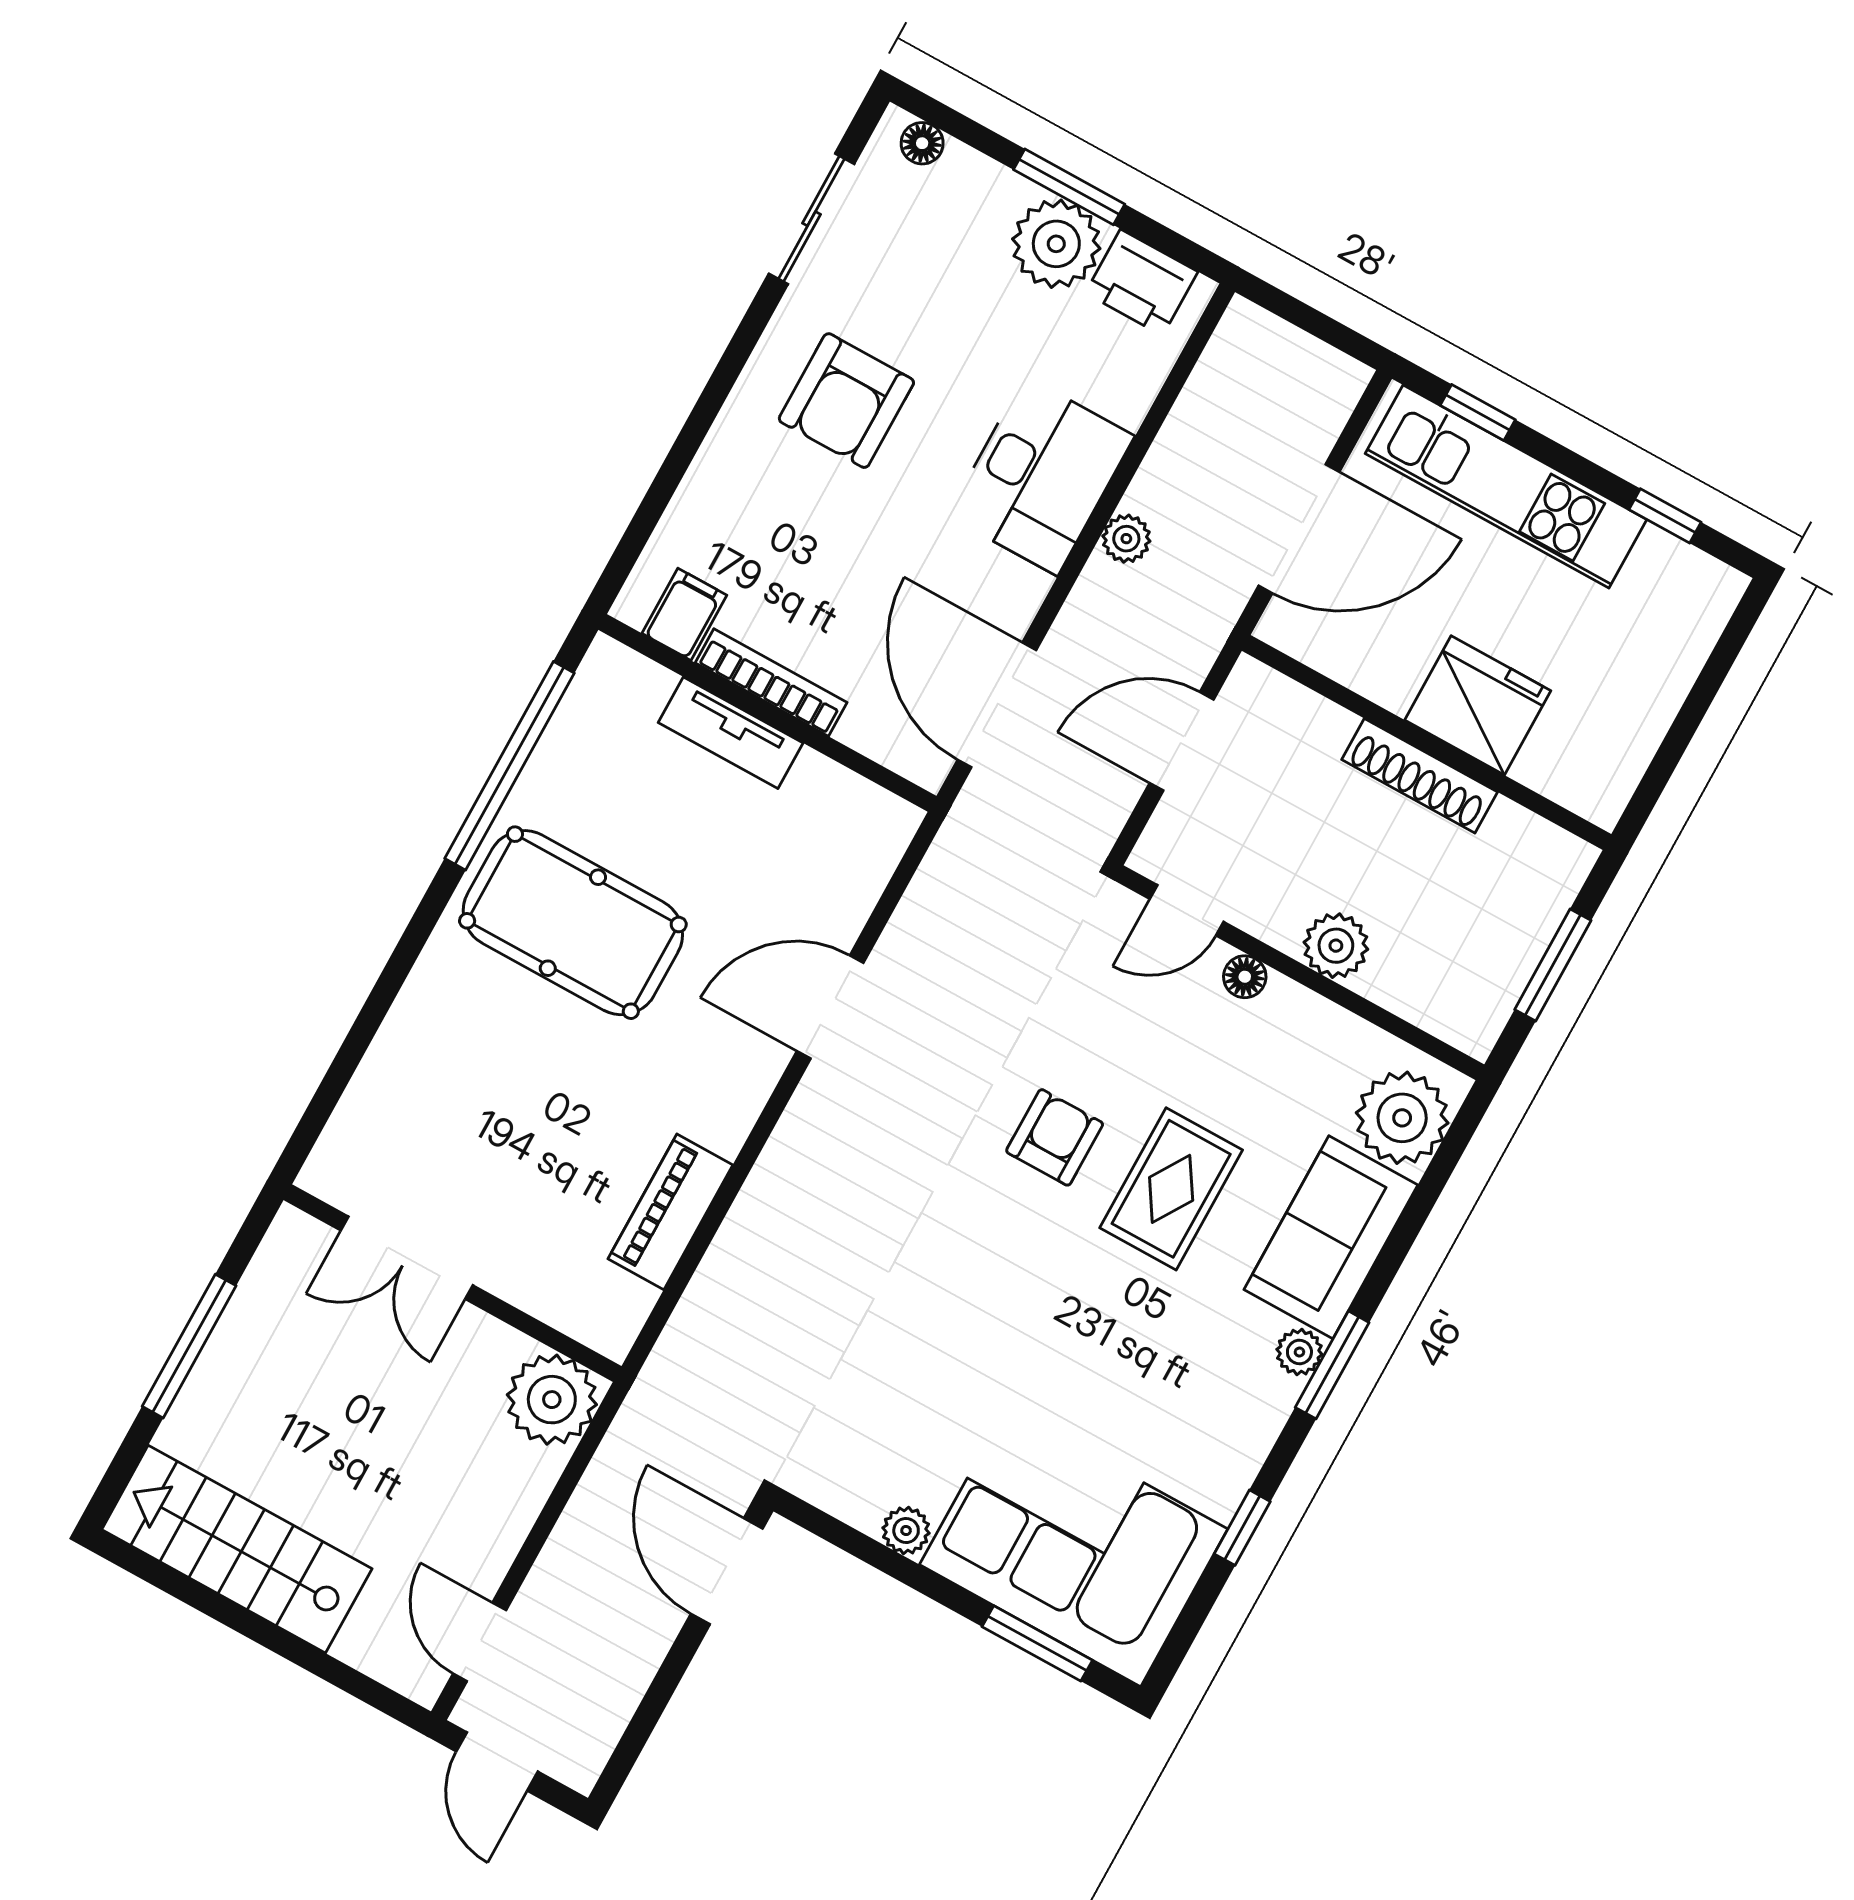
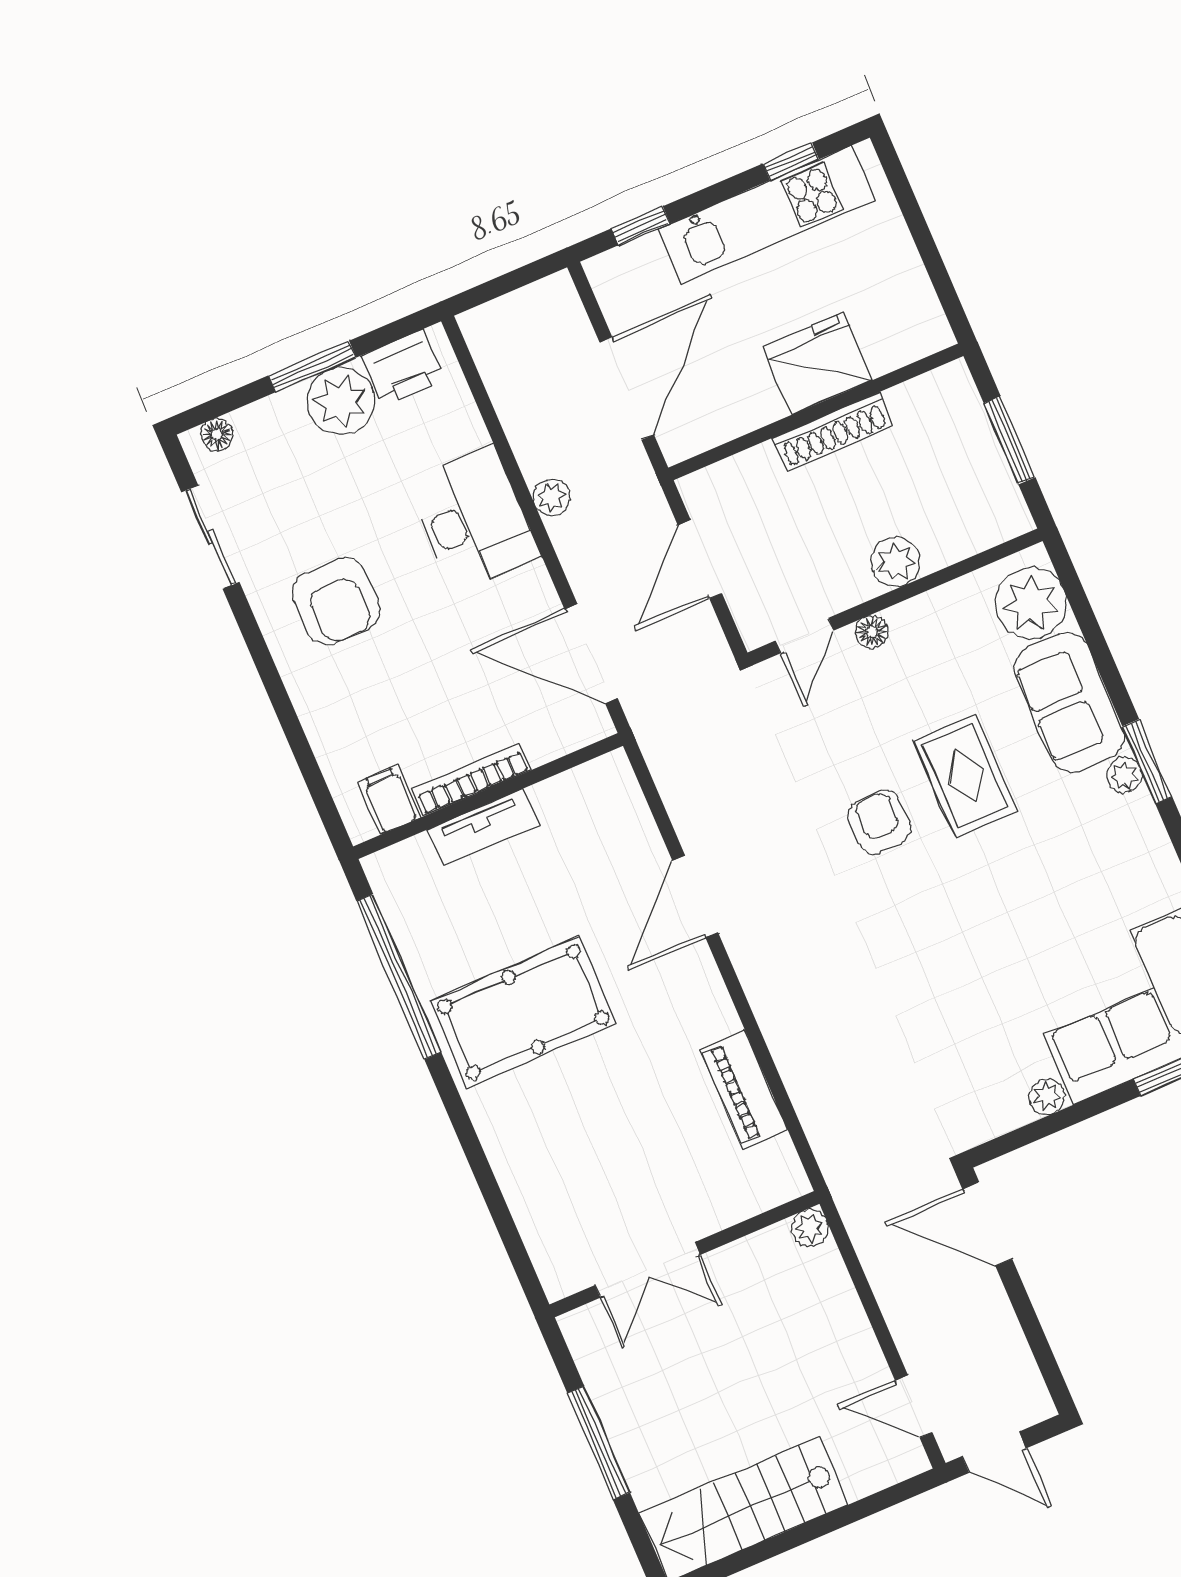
kitchen unit: (1506, 487) -> (767, 214), moved
plant: (552, 1400) -> (810, 1228), width x0.53, depth x0.53

